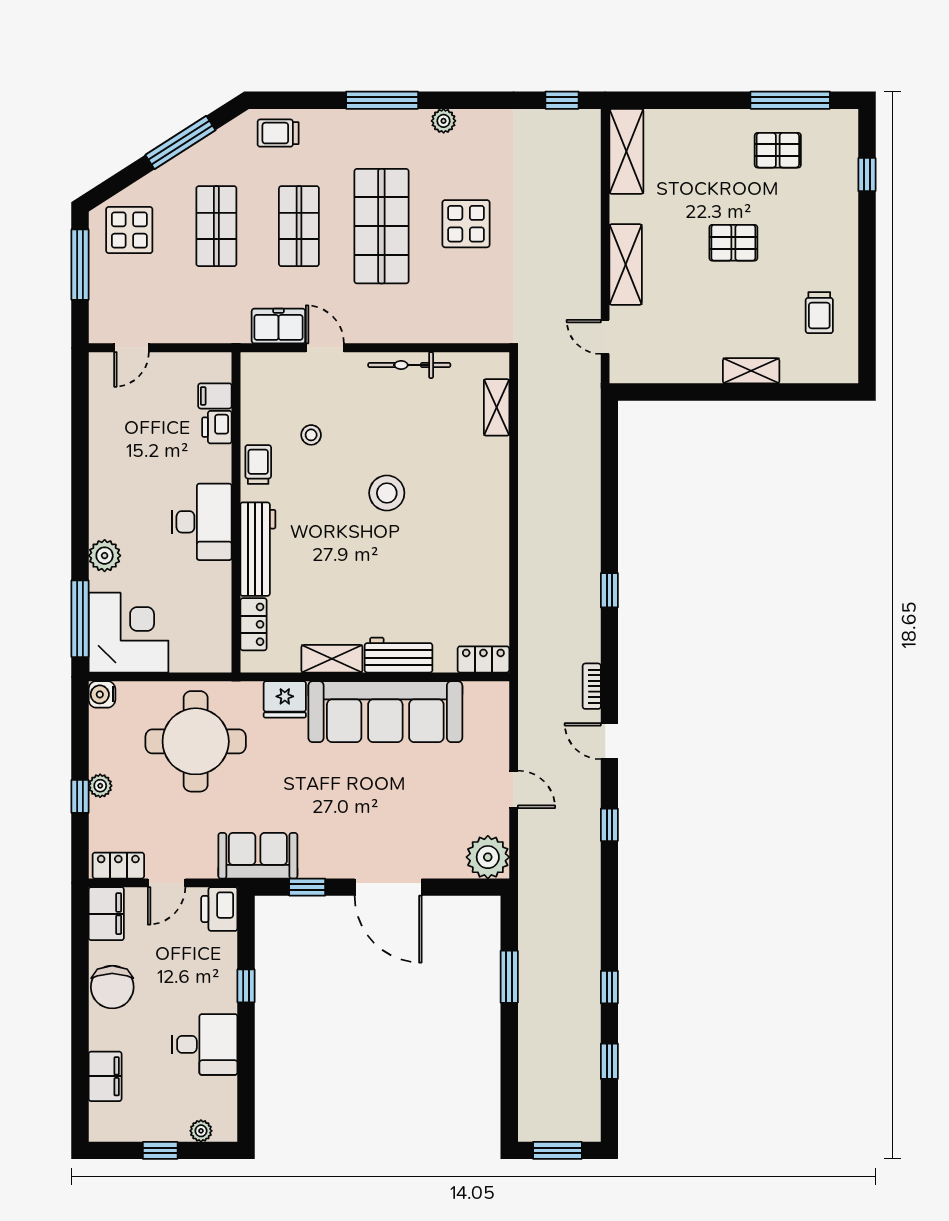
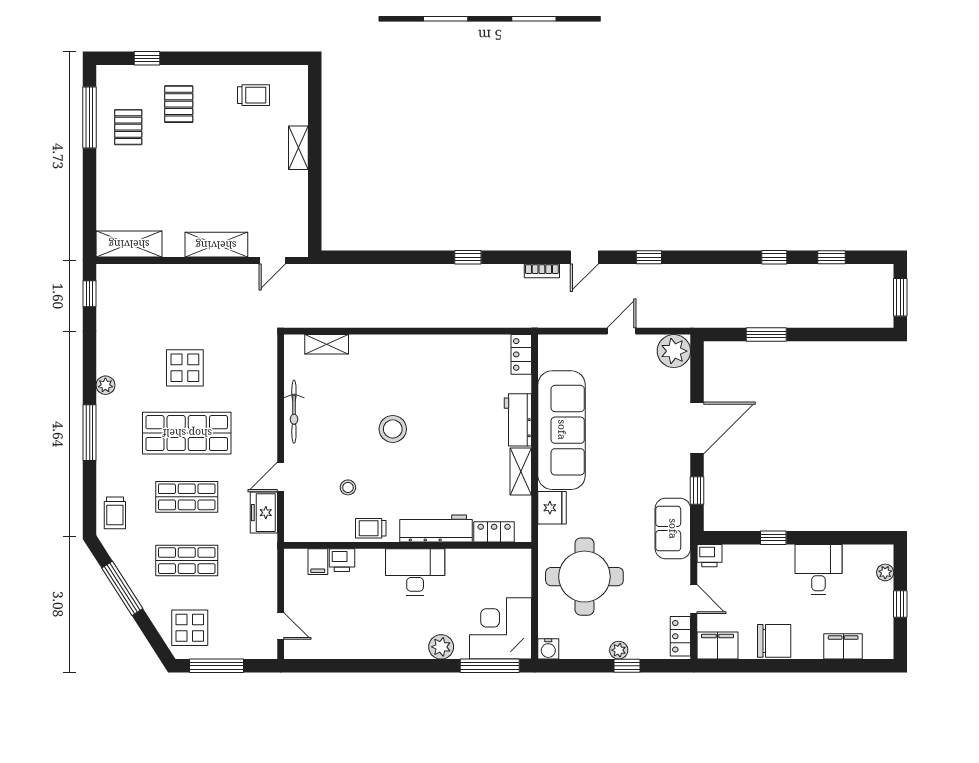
pallet: (733, 243) -> (179, 104), moved
printer: (219, 909) -> (709, 556), width x0.73, depth x0.81

